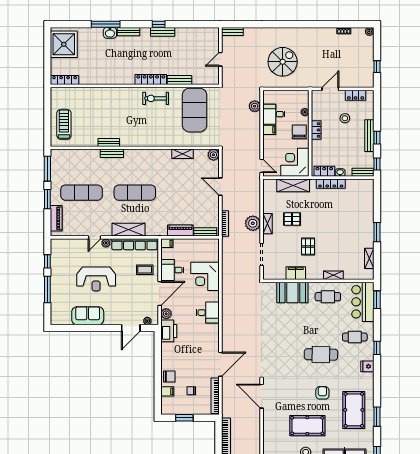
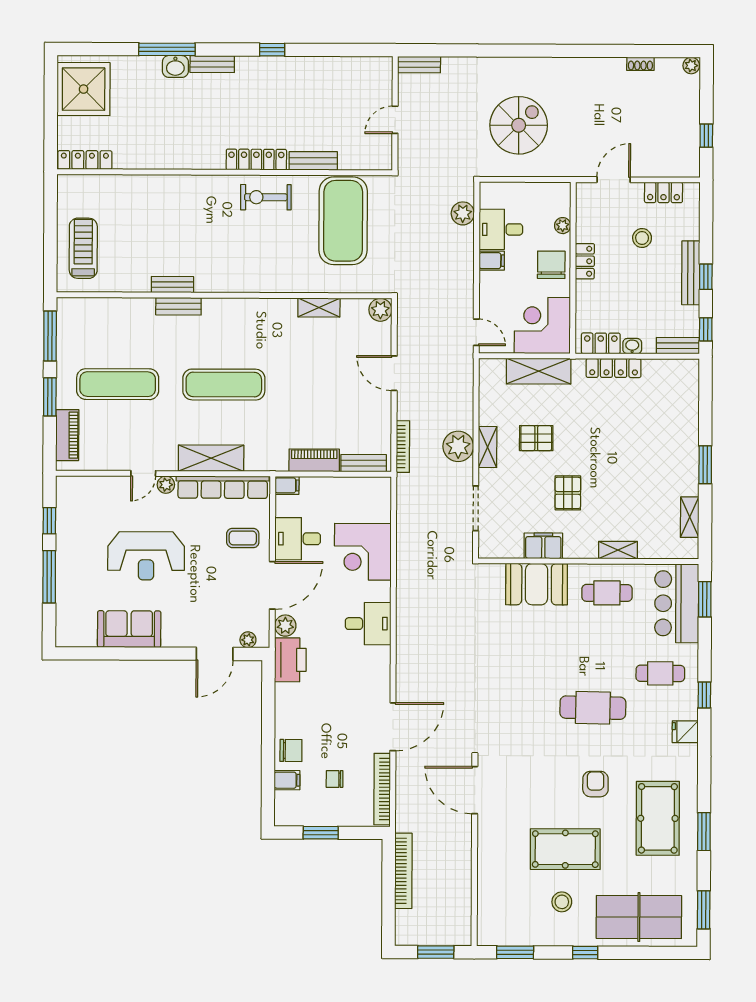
bench: (163, 32) -> (280, 65), removed

